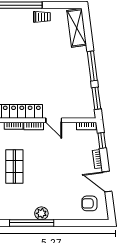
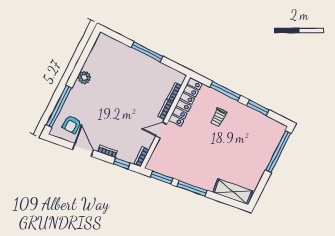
trolley: (42, 17) -> (219, 117), moved
shop shelf: (14, 166) -> (138, 75), removed
door: (107, 182) -> (83, 150), hinge flipped
armchair: (89, 203) -> (72, 124), turned 180
window: (32, 223) -> (59, 106), moved

